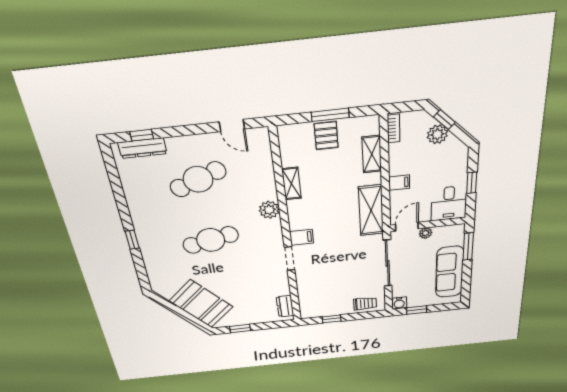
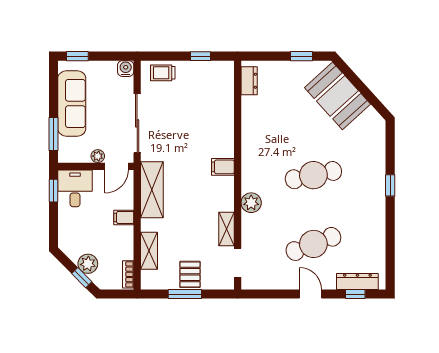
door: (232, 125) -> (311, 294), moved
window: (472, 183) -> (53, 191), moved
doorway: (290, 259) -> (238, 263), moved
window: (417, 310) -> (77, 56), moved

